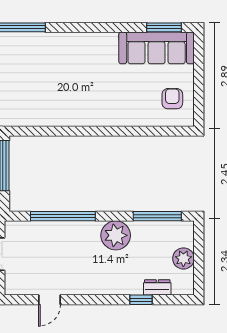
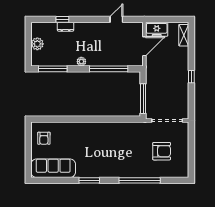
window: (164, 27) -> (89, 180), moved
plant: (116, 235) -> (81, 62), width x0.53, depth x0.53
dresser: (157, 287) -> (66, 27), moved

